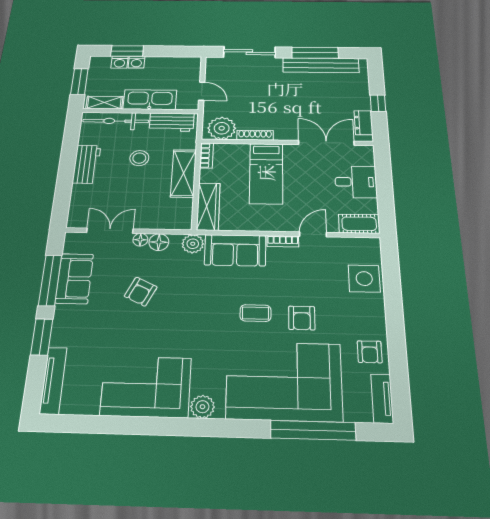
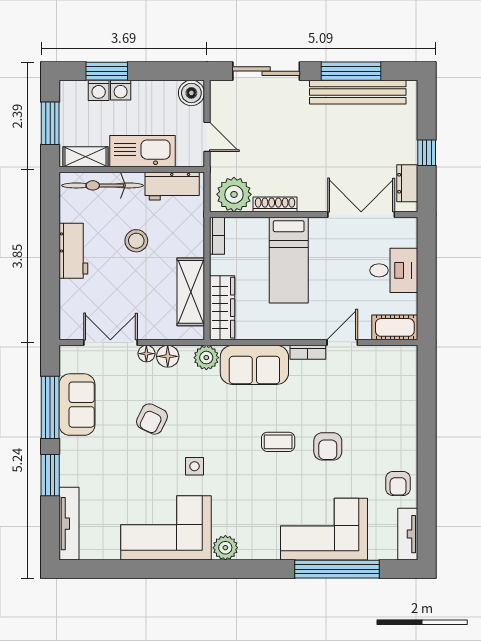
boiler: (191, 64) -> (191, 93), added
shelving: (183, 173) -> (191, 292), moved
side table: (364, 279) -> (194, 466), moved, width x0.54, depth x0.54
corner sofa: (284, 381) -> (324, 529), width x0.73, depth x0.74

